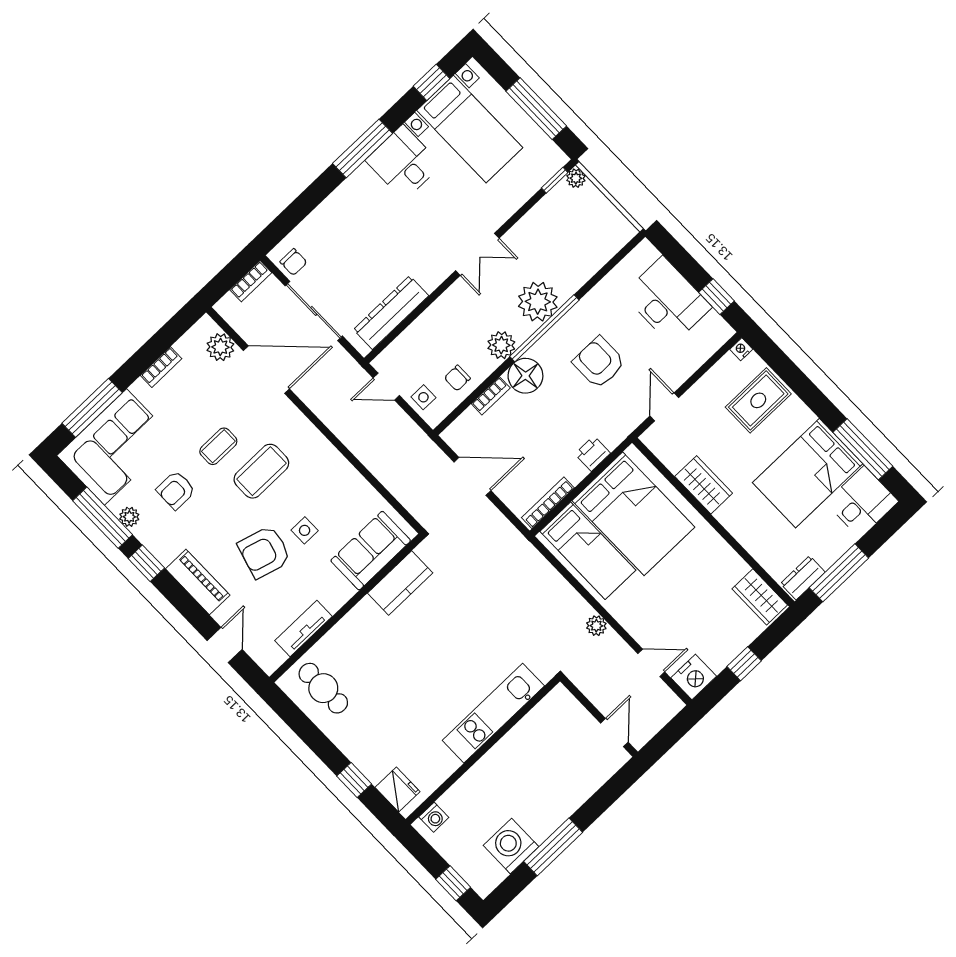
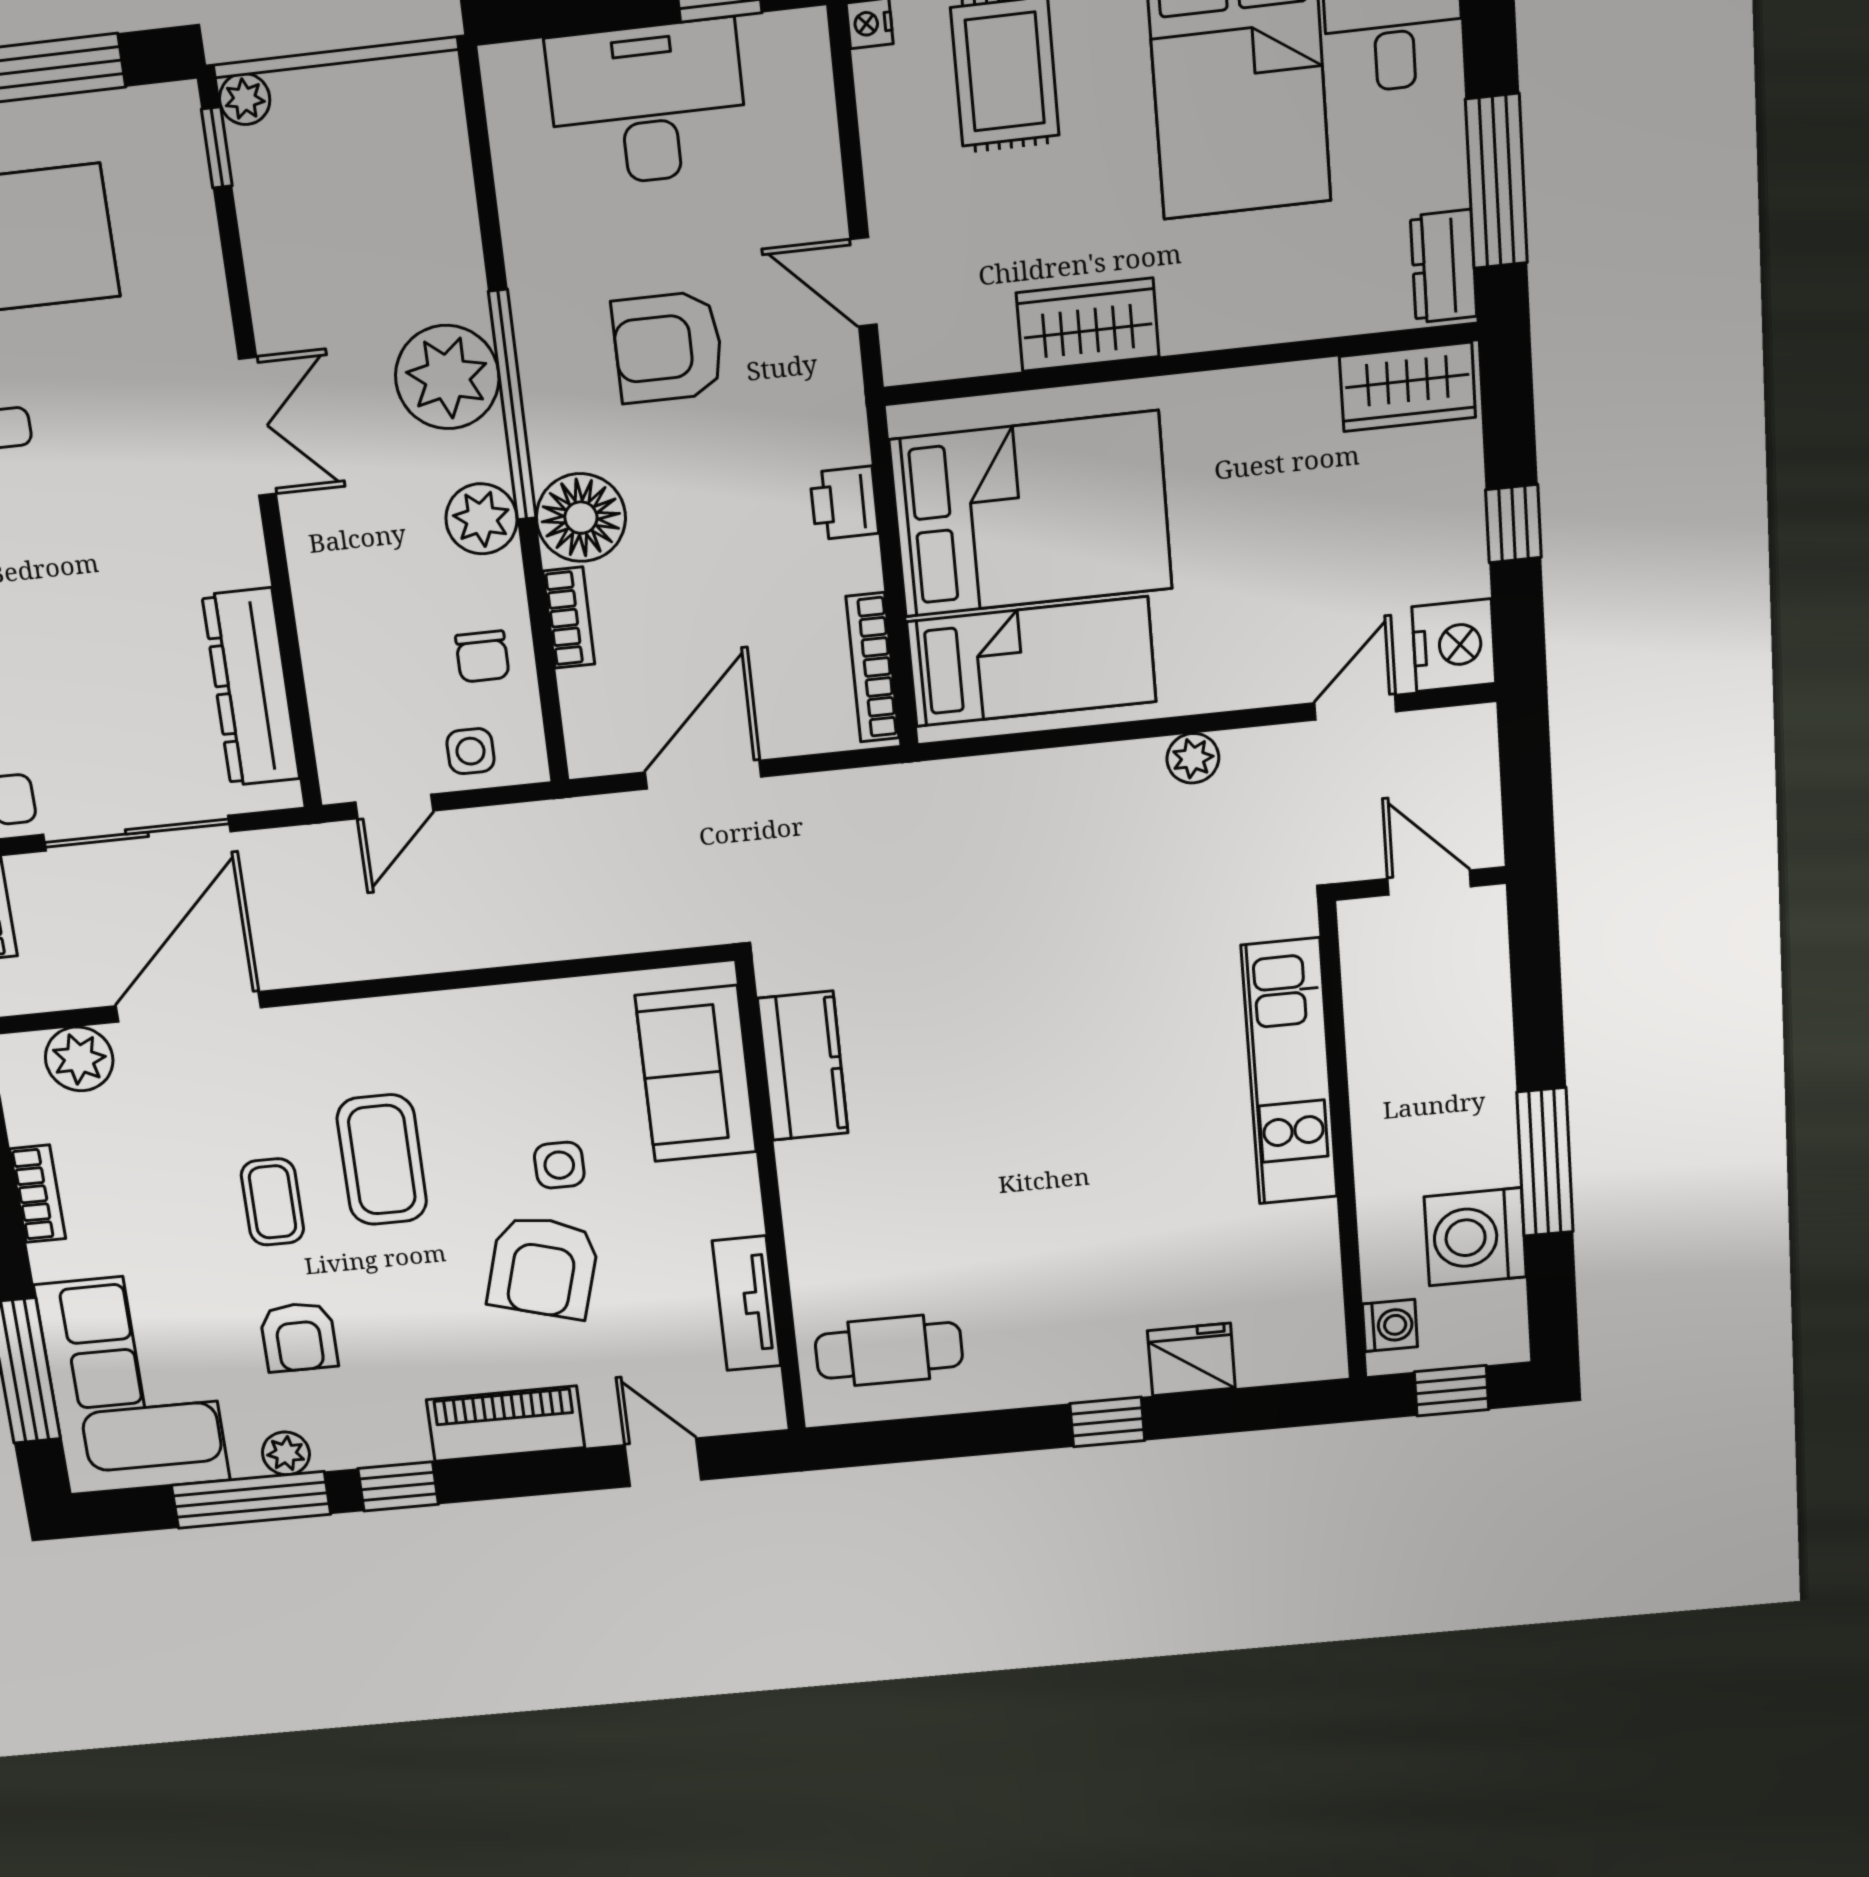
kitchen unit: (493, 713) -> (1289, 1072), moved
wall: (483, 750) -> (1343, 1144), moved
washing machine: (434, 817) -> (1390, 1325), moved

